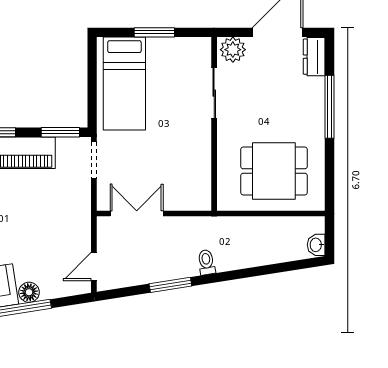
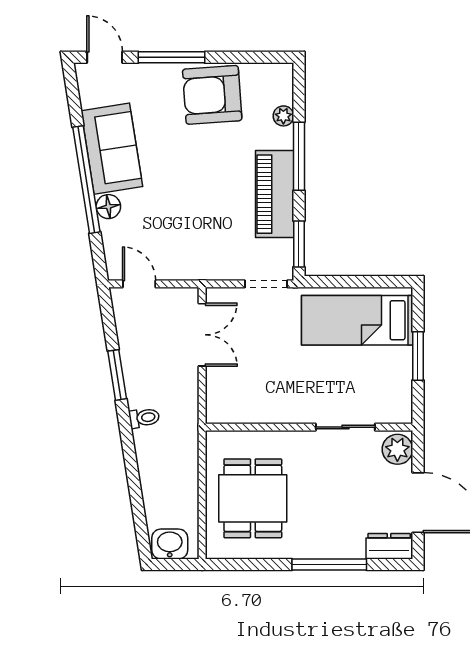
washbasin: (316, 245) -> (170, 544), width x1.38, depth x1.45

